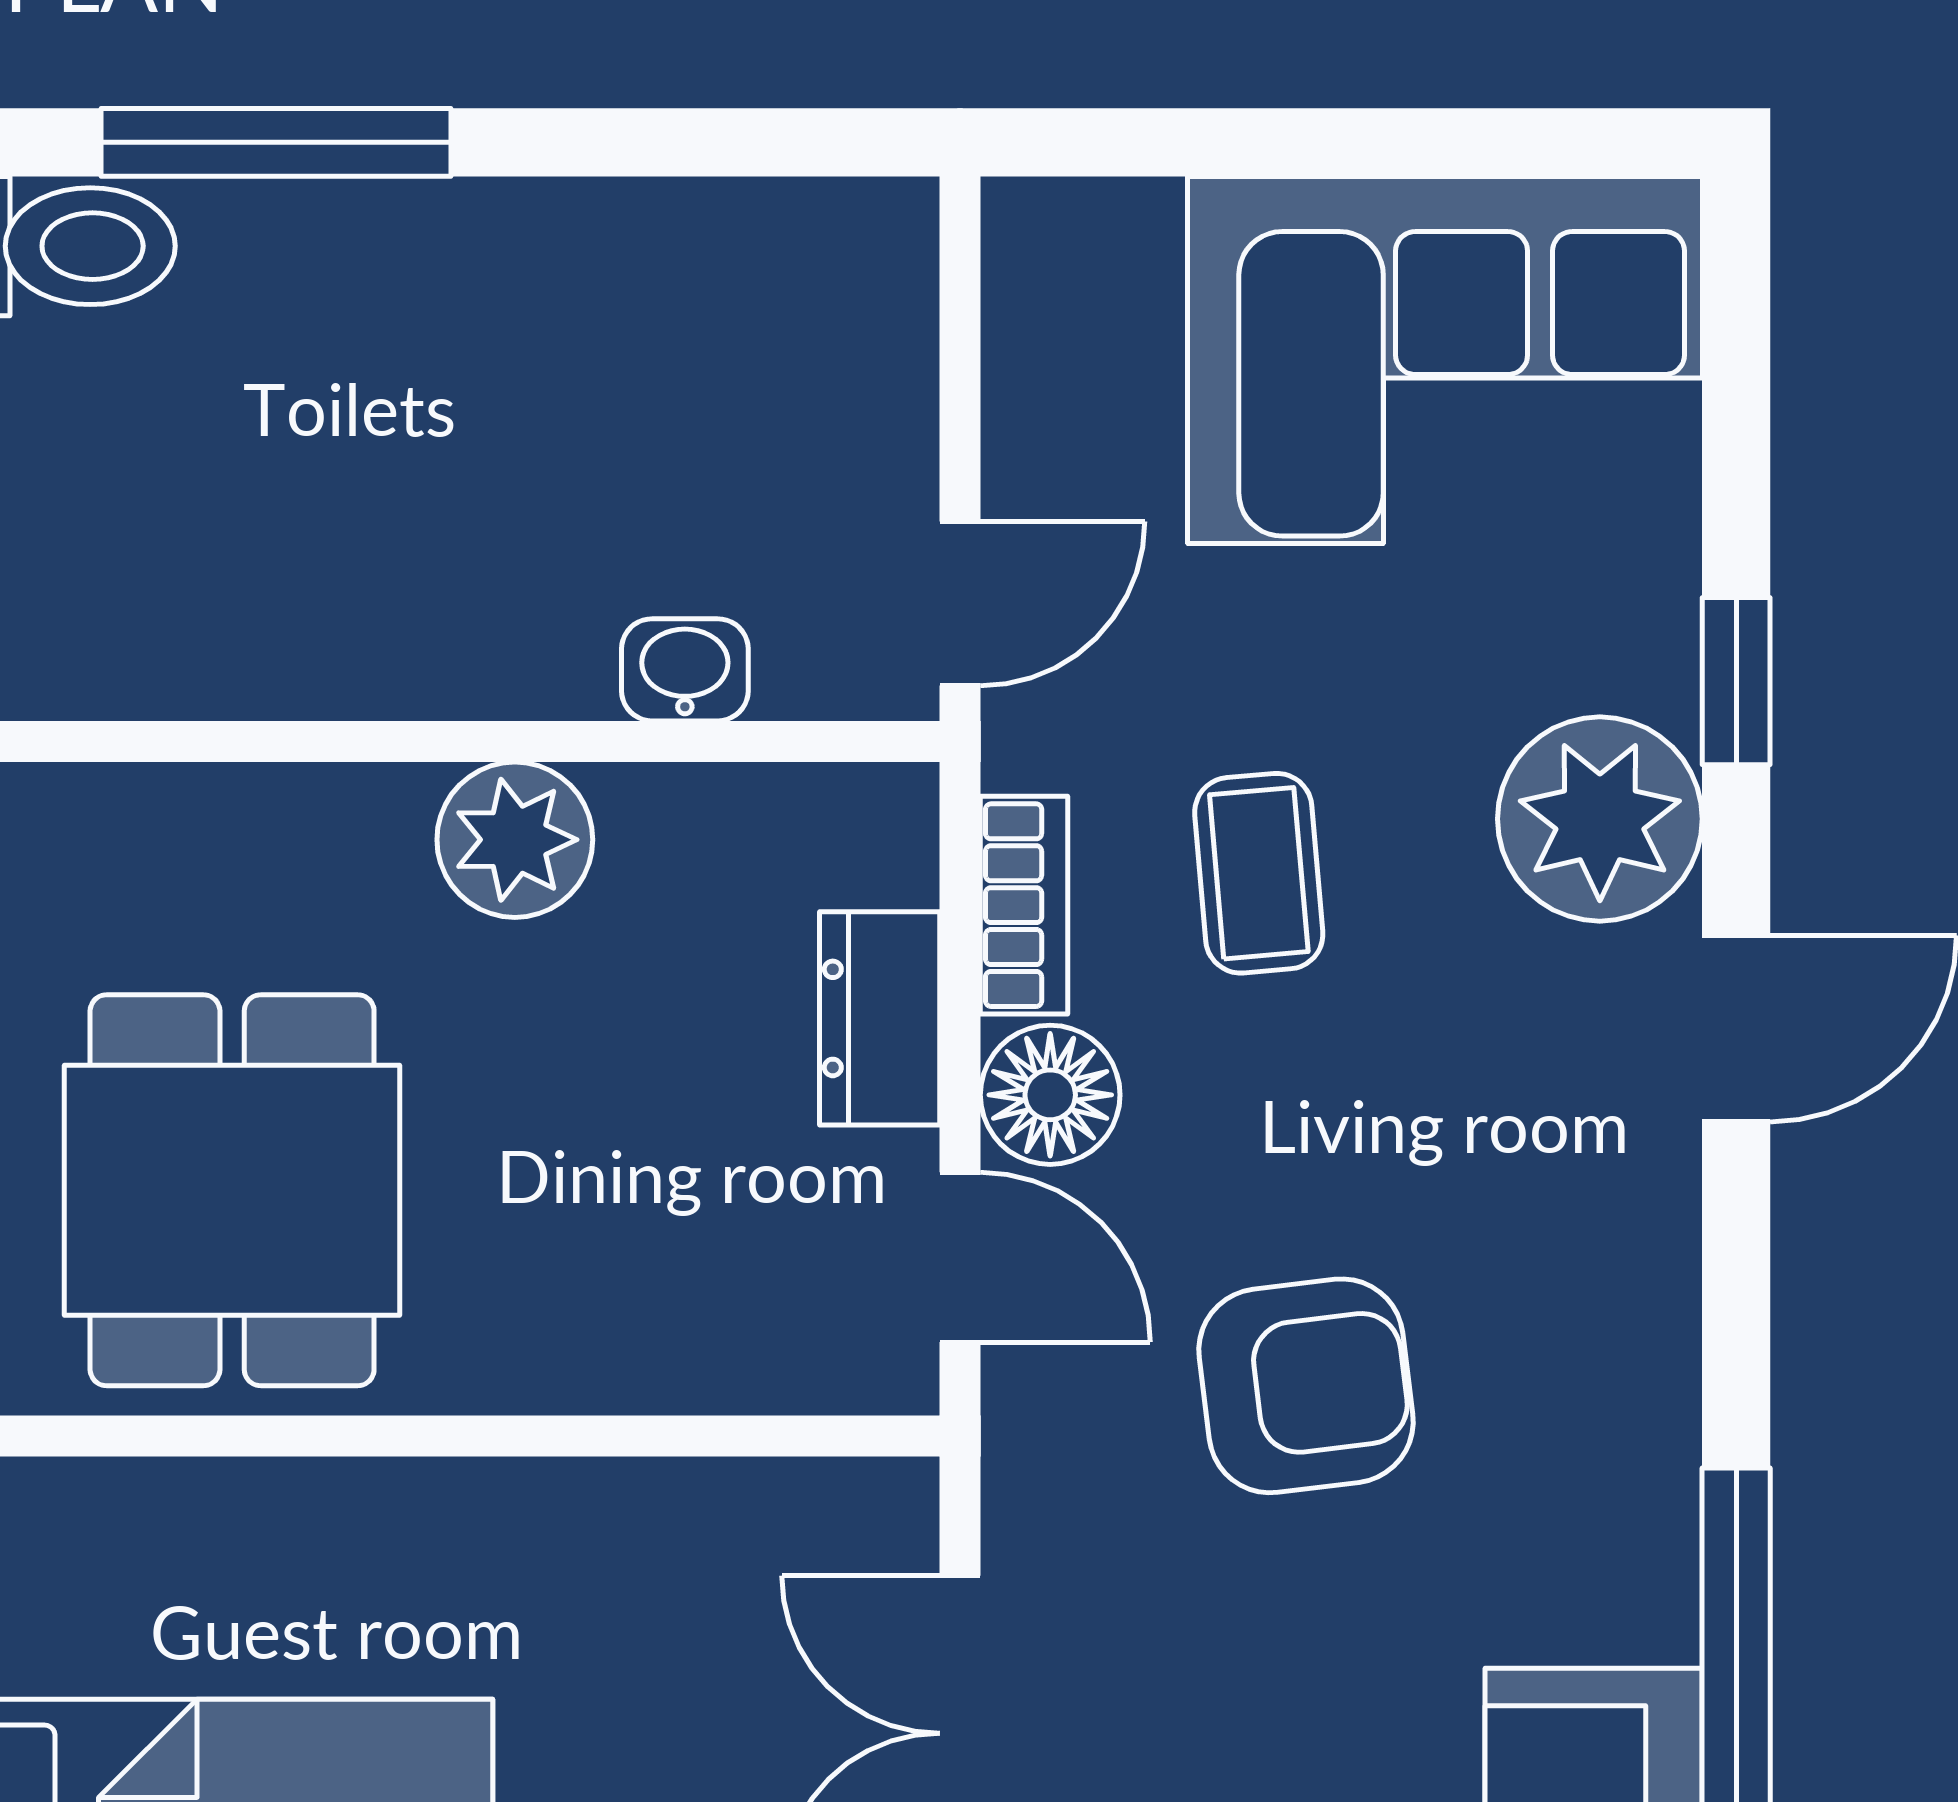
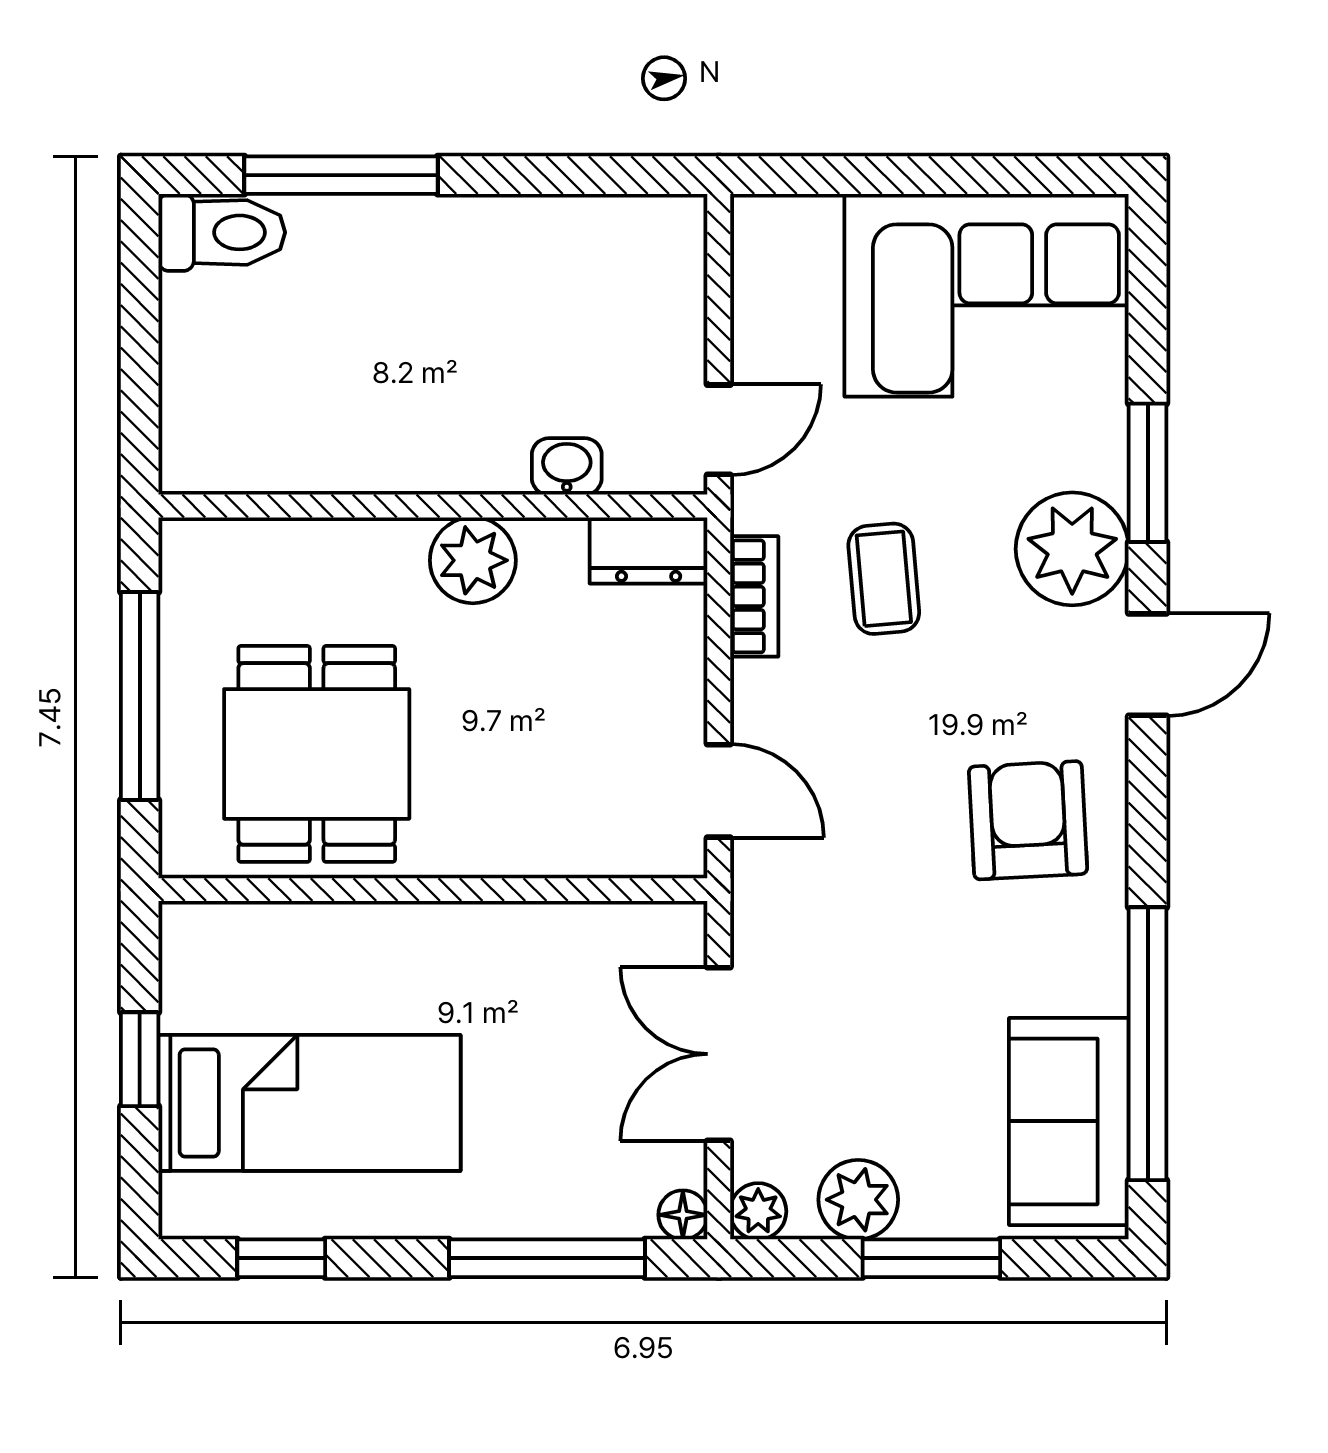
window: (1736, 681) -> (1148, 473), width x1.50
dresser: (880, 1018) -> (649, 550), moved, turned -90
floor lamp: (1050, 1095) -> (769, 701), removed
armchair: (1306, 1386) -> (1028, 820), moved, turned -86

